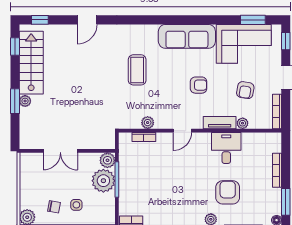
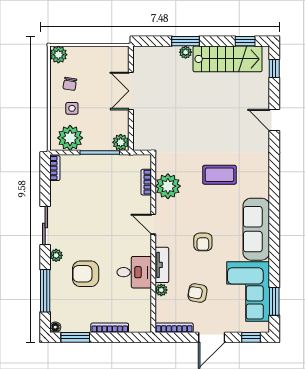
plant: (148, 123) -> (168, 186), width x1.88, depth x1.88
plant: (103, 181) -> (70, 138), moved
armchair: (228, 192) -> (86, 274), turned 180

